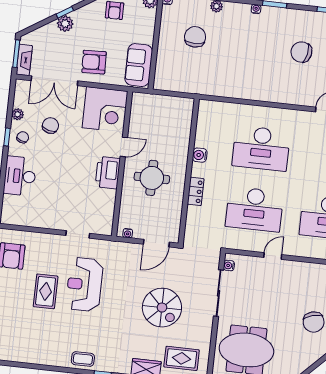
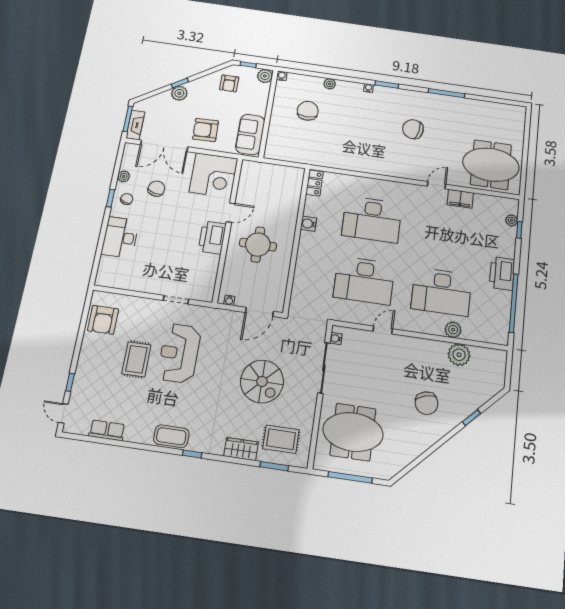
locker: (196, 191) -> (315, 183), moved
row of seats: (25, 356) -> (107, 430), added
coffee table: (83, 359) -> (171, 436), width x1.36, depth x1.30

